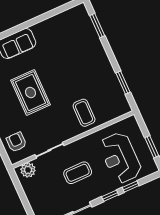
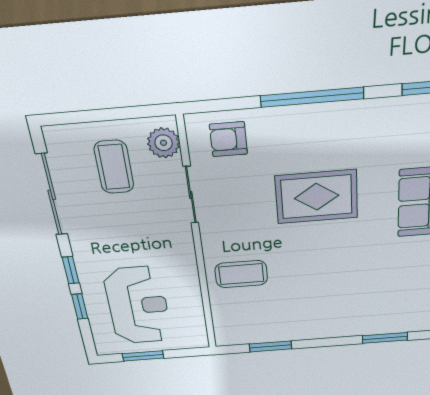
armchair: (16, 142) -> (228, 139), turned 180
reception desk: (120, 158) -> (138, 306), turned 90
coffee table: (78, 173) -> (114, 167), moved

